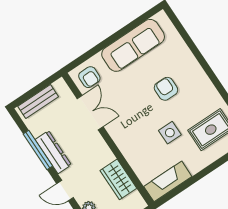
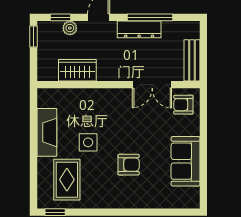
sofa: (133, 45) -> (186, 161), width x0.73
bench: (38, 102) -> (192, 60), moved
fireplace: (168, 181) -> (47, 132), moved

